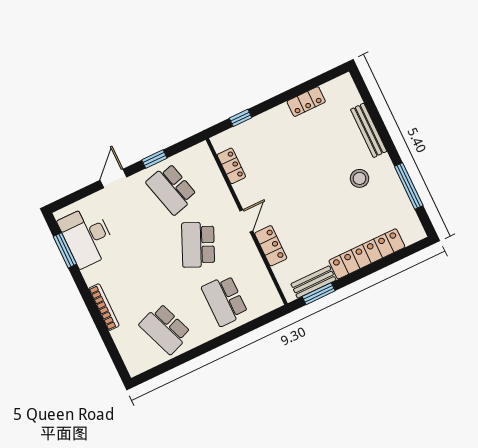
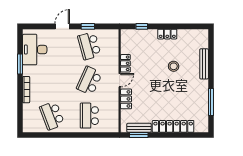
locker: (306, 102) -> (167, 34), moved
locker: (231, 166) -> (125, 63), moved
stool: (360, 178) -> (174, 66), moved
window: (65, 250) -> (20, 64), moved

